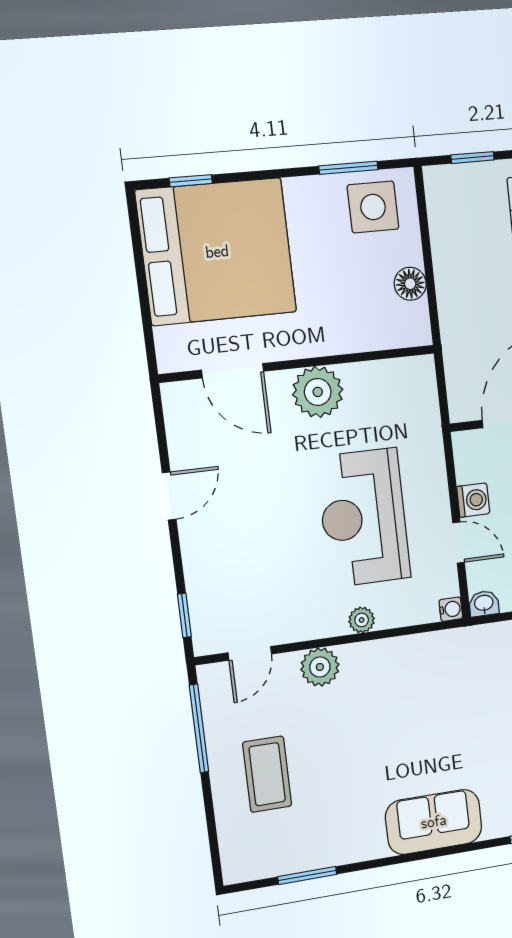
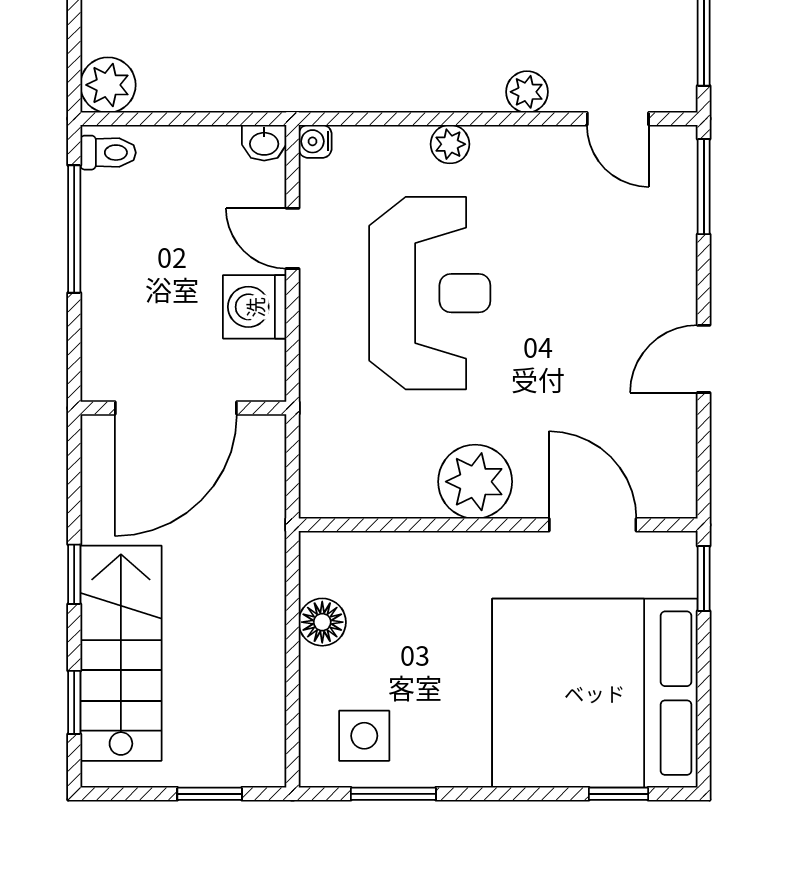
side table: (373, 207) -> (364, 736), width x0.73, depth x0.73
window: (149, 341) -> (704, 578), added
washing machine: (473, 500) -> (255, 307), width x1.38, depth x1.38
window: (184, 615) -> (704, 187), width x1.50
door: (250, 653) -> (618, 119), swing flipped
plant: (320, 667) -> (527, 92), width x0.73, depth x0.73

